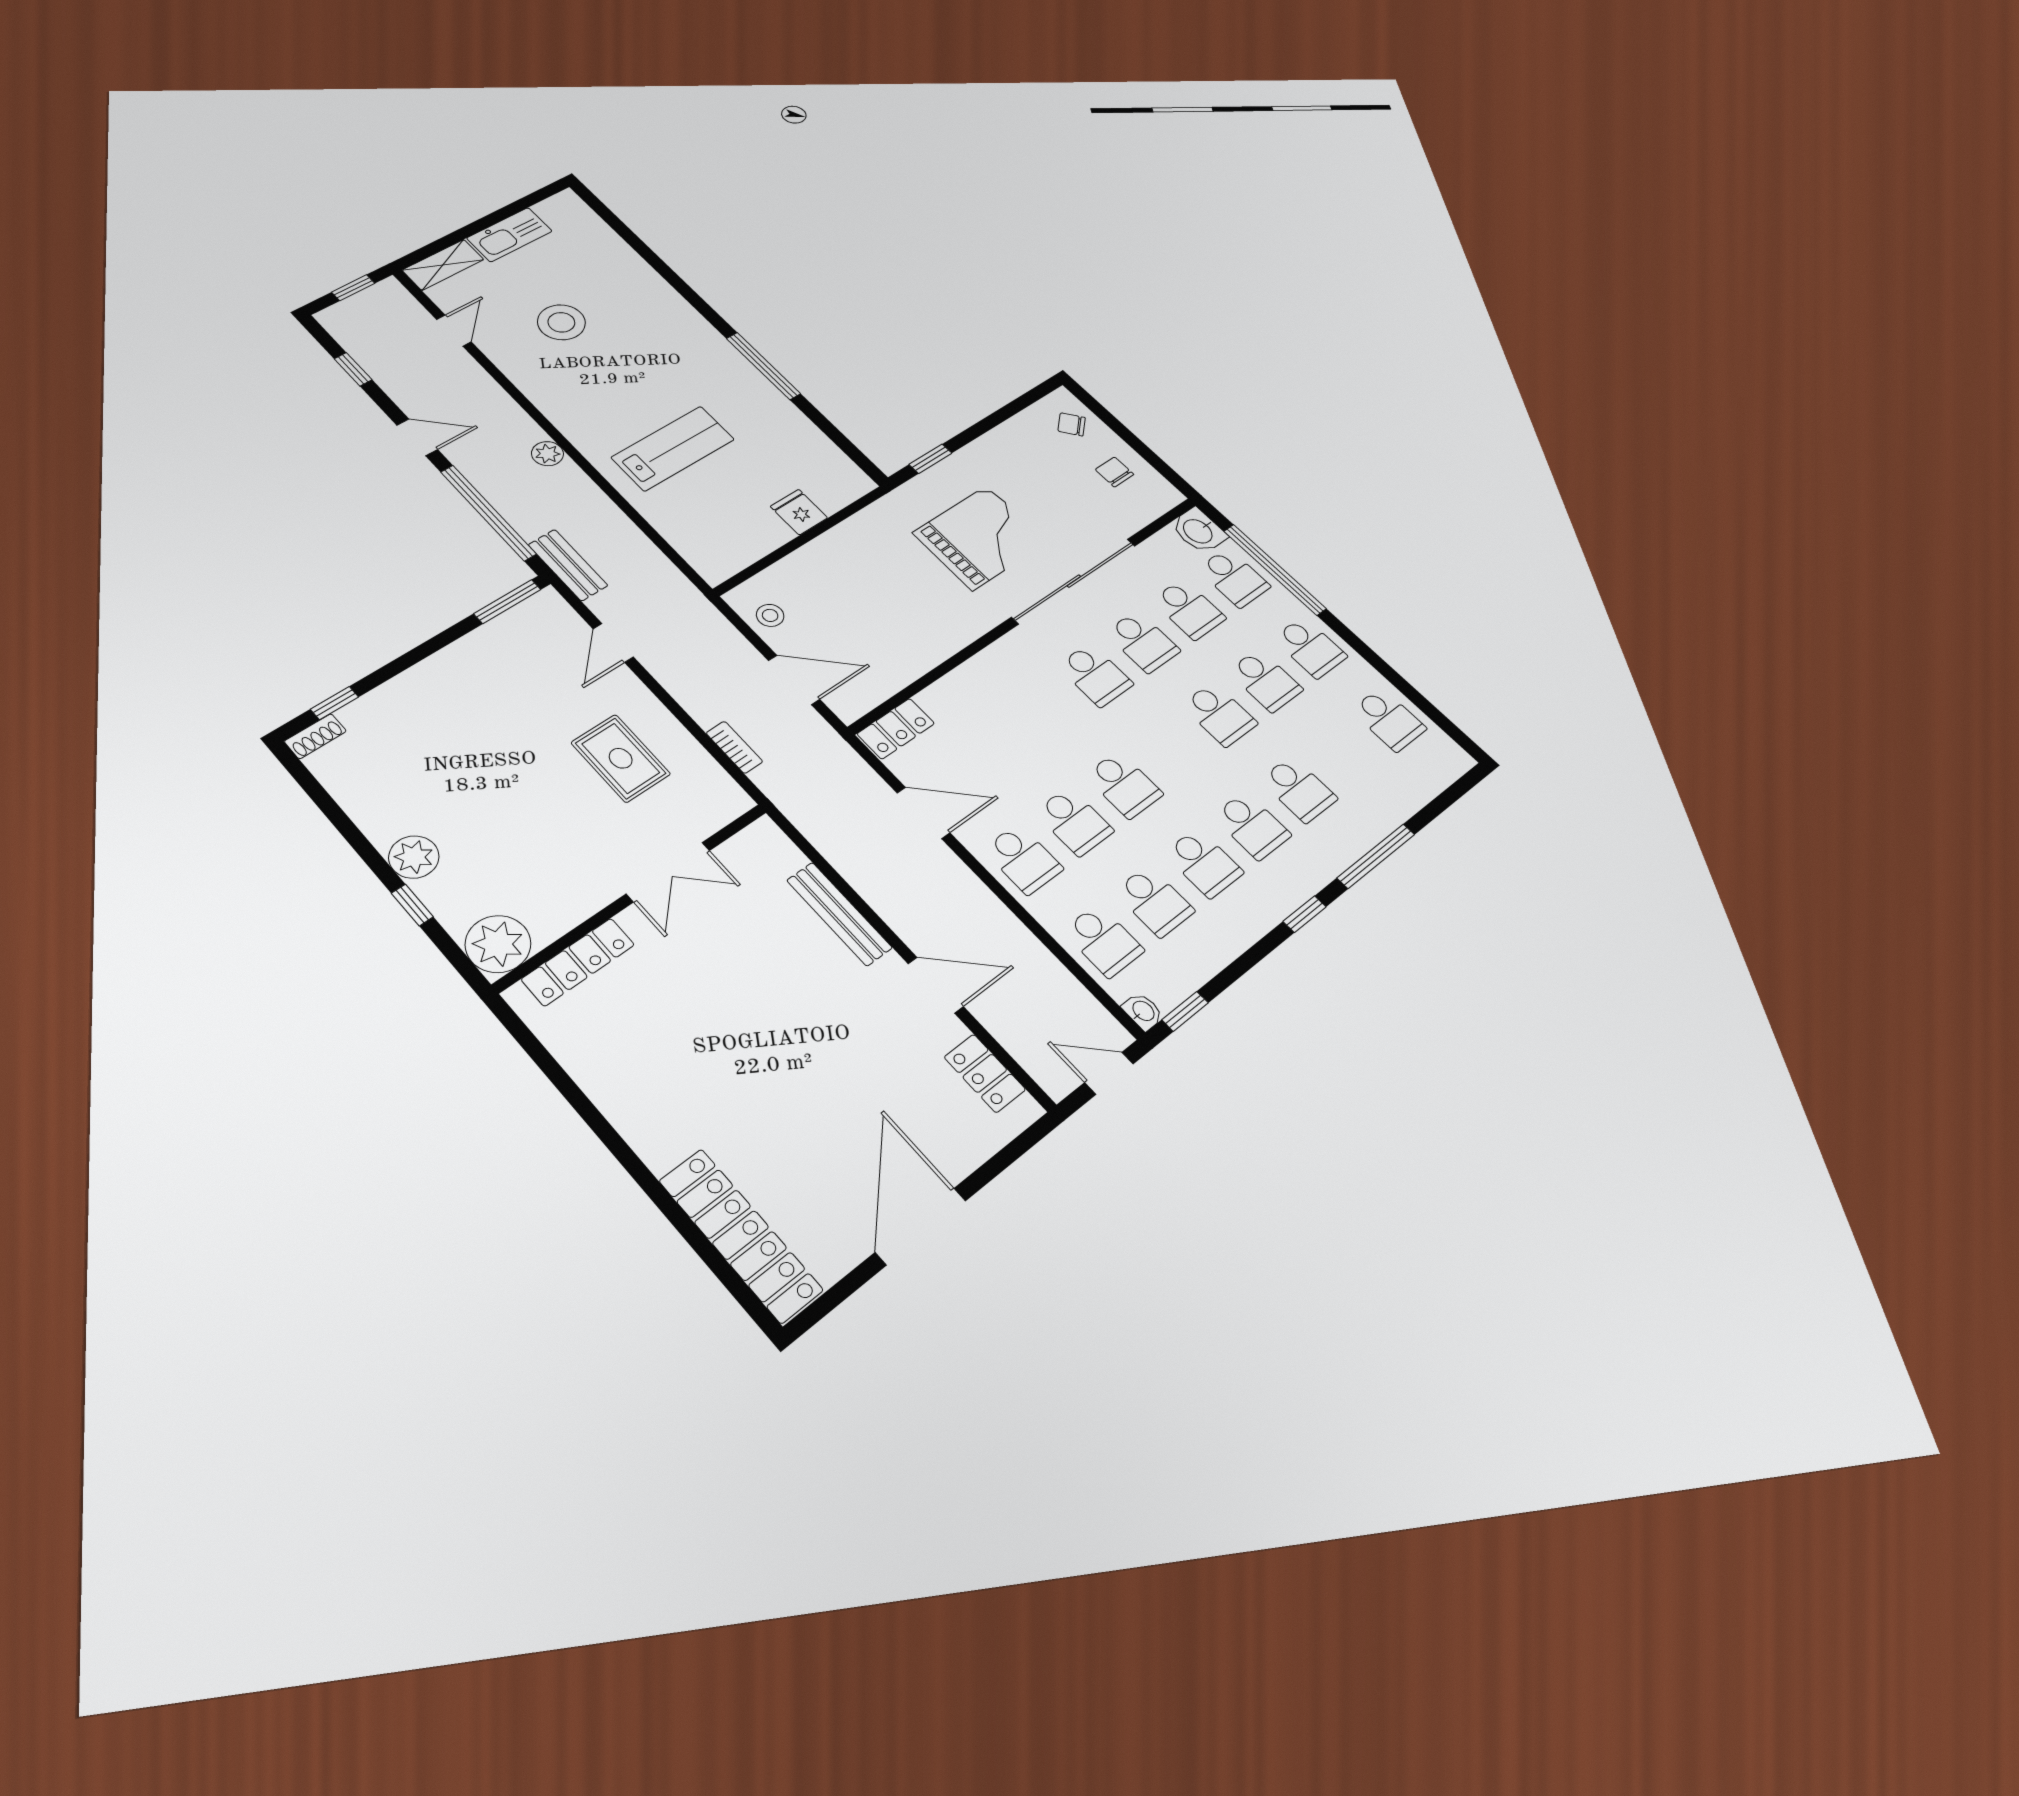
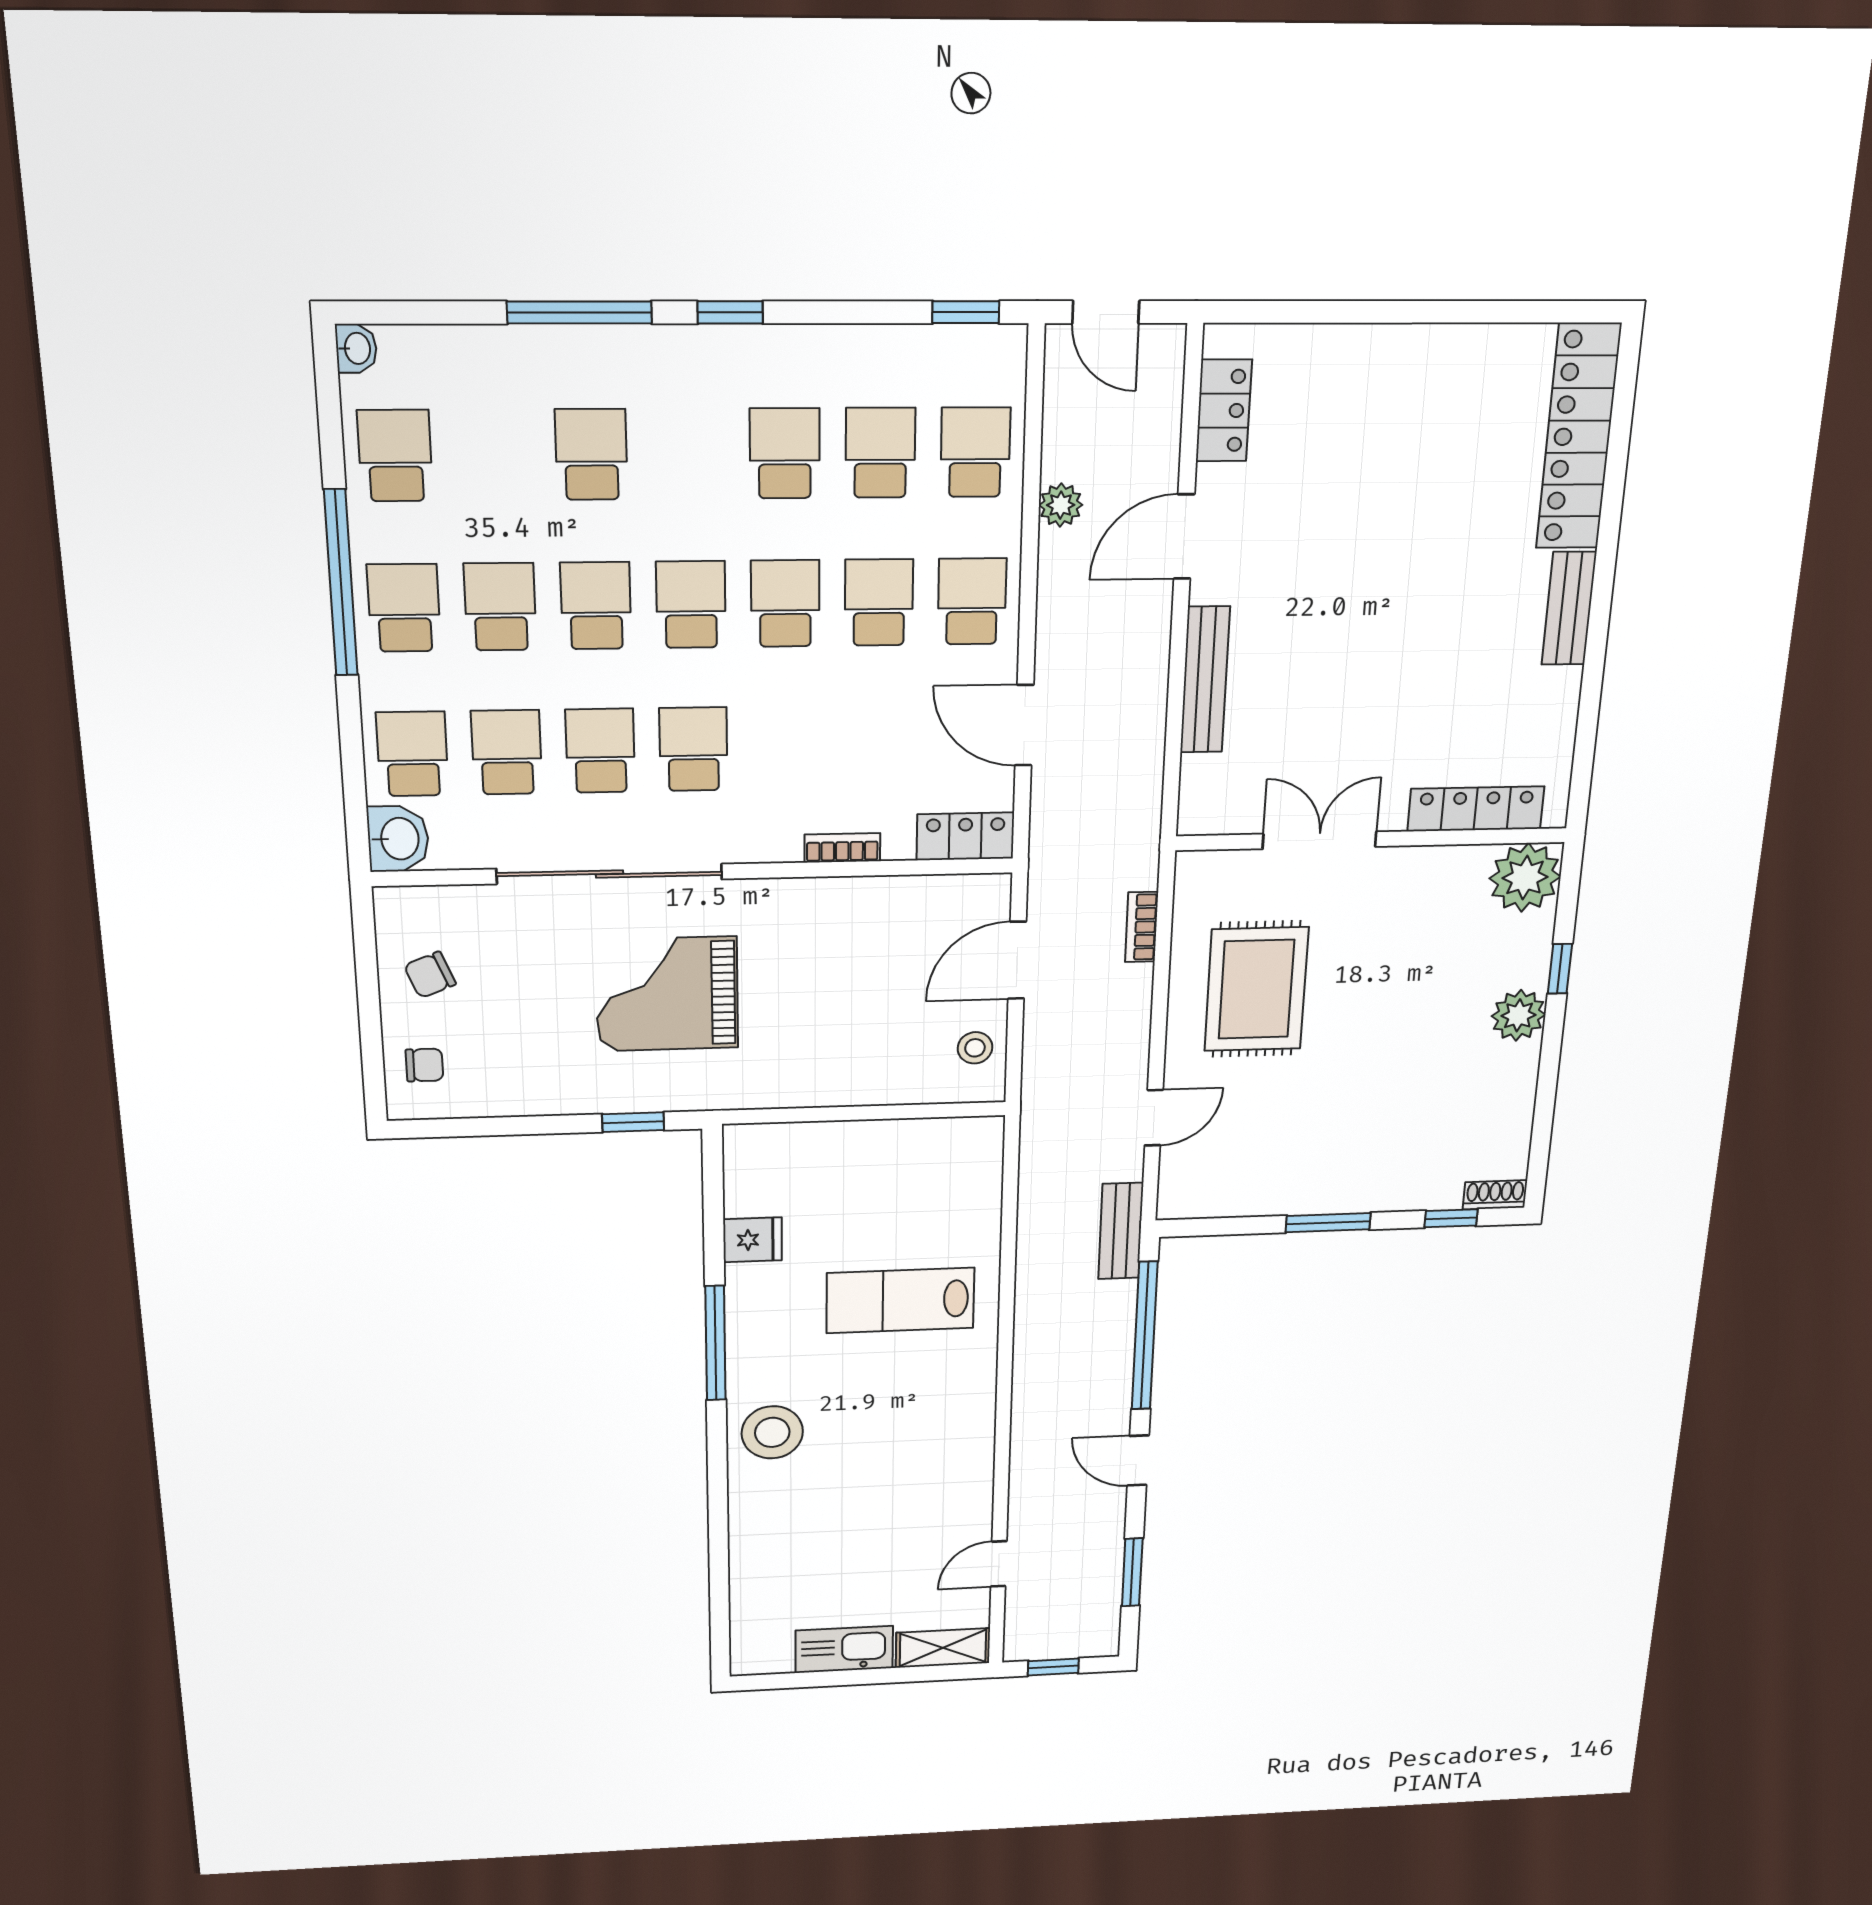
stool: (561, 322) -> (772, 1432), moved
window: (353, 369) -> (1132, 1572), width x1.50
chair: (1072, 424) -> (424, 1065), turned -50
plant: (547, 454) -> (1061, 505), moved
chair: (1114, 472) -> (430, 975), turned 68
fridge: (799, 512) -> (753, 1240), moved, turned -90
window: (1275, 570) -> (341, 583), moved
window: (507, 602) -> (1328, 1223), moved
bookcase: (961, 676) -> (842, 848), added
door: (794, 680) -> (1017, 960), hinge flipped
rug: (621, 758) -> (1256, 989), width x1.36, depth x1.43
school desk: (1252, 826) -> (691, 605), moved
door: (936, 985) -> (1184, 537), hinge flipped
washbasin: (1143, 1011) -> (356, 348), moved, turned 180
bench: (638, 1128) -> (1569, 608), added
door: (921, 1226) -> (1423, 312), removed

